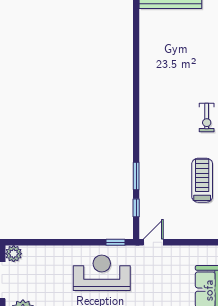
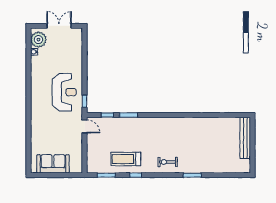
treadmill: (202, 180) -> (126, 159), turned 180
plant: (14, 254) -> (77, 33), removed

